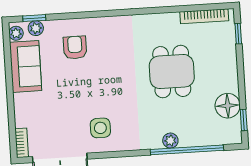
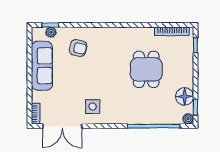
plant: (16, 33) -> (37, 35), removed
armchair: (75, 48) -> (78, 48), turned 102
sofa: (26, 66) -> (42, 66), width x1.36
plant: (170, 141) -> (188, 119), moved

